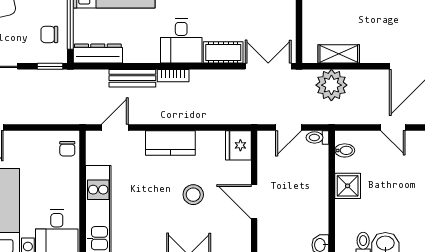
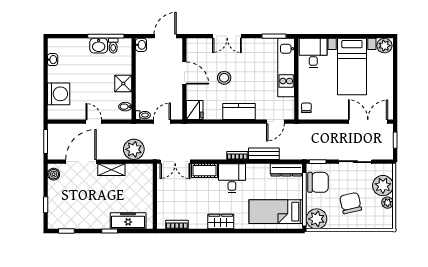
chair: (49, 34) -> (318, 182), width x1.87, depth x1.87
shelving: (339, 54) -> (111, 170), moved

